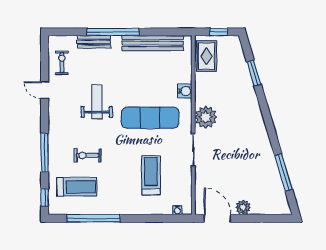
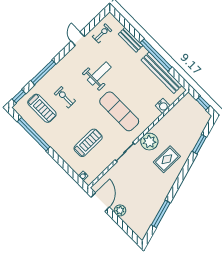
window: (113, 32) -> (156, 55), moved
rug: (206, 56) -> (167, 159), moved
water cooler: (185, 91) -> (163, 106), moved

